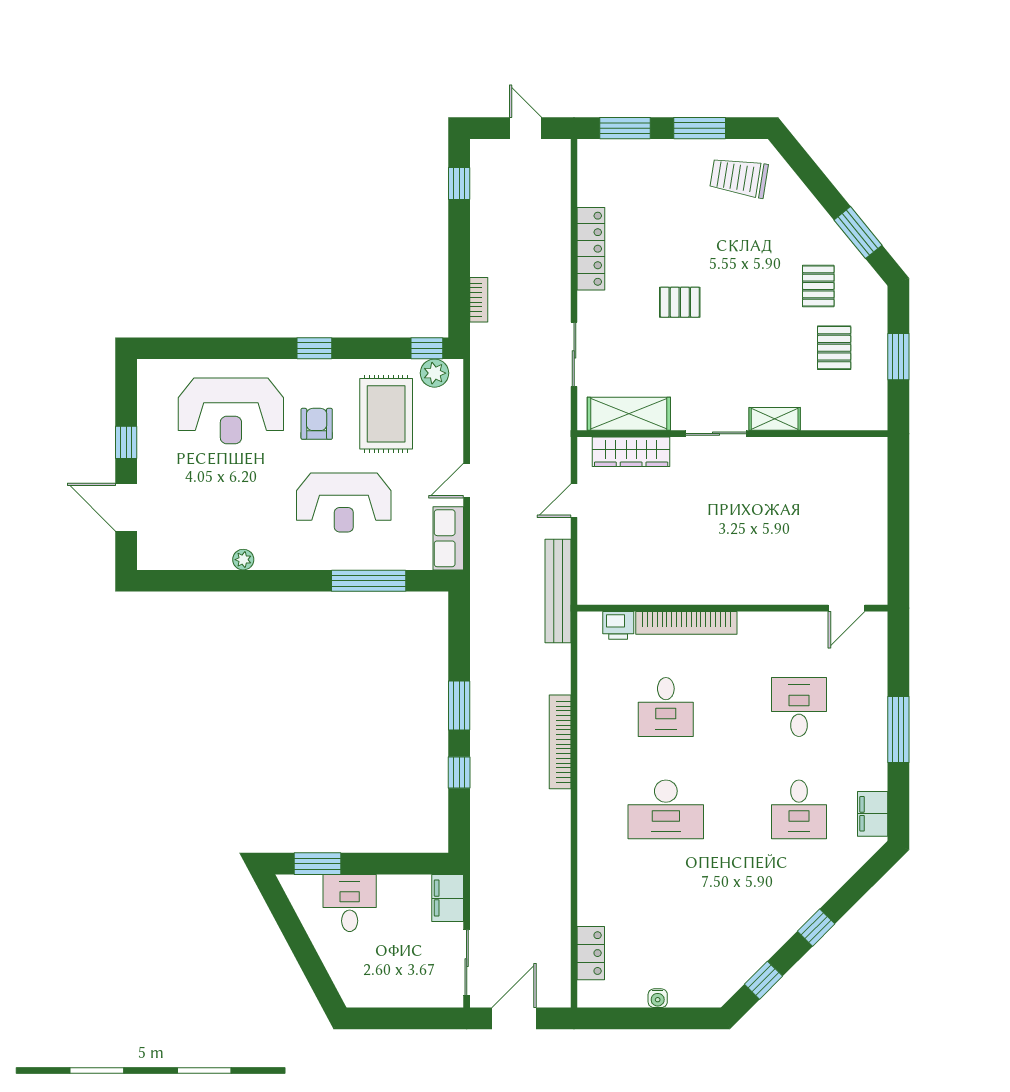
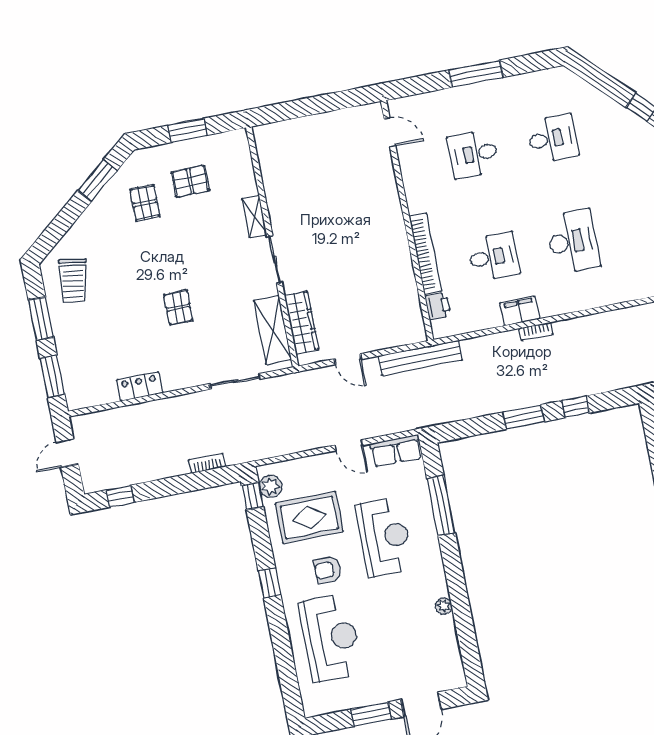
locker: (591, 249) -> (140, 386), width x0.66
pallet: (818, 286) -> (145, 203), turned 90
window: (126, 442) -> (371, 714), width x1.50
bookcase: (560, 742) -> (536, 331), width x0.43, depth x0.76
filing cabinet: (873, 814) -> (520, 311), moved, turned 180

